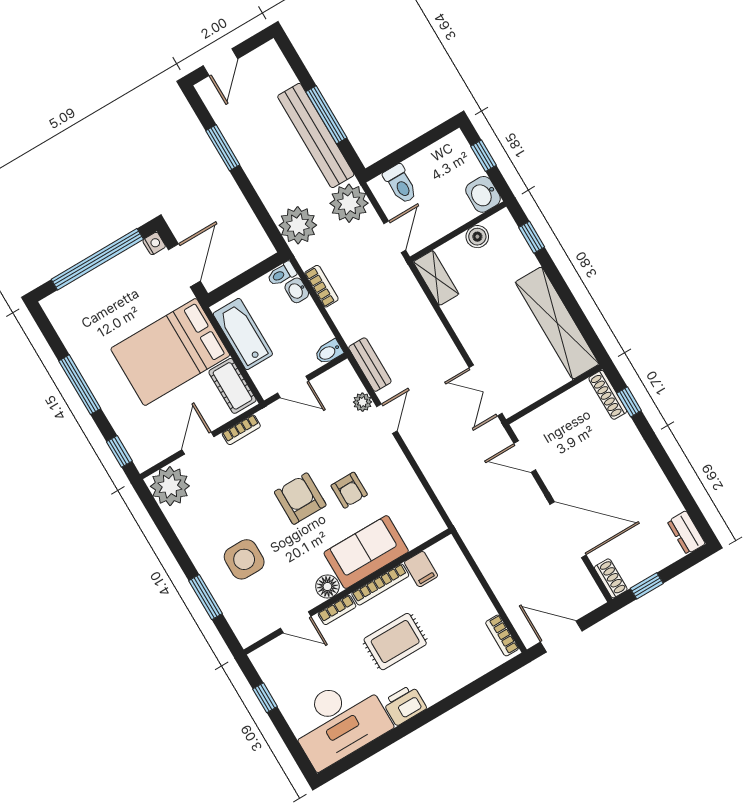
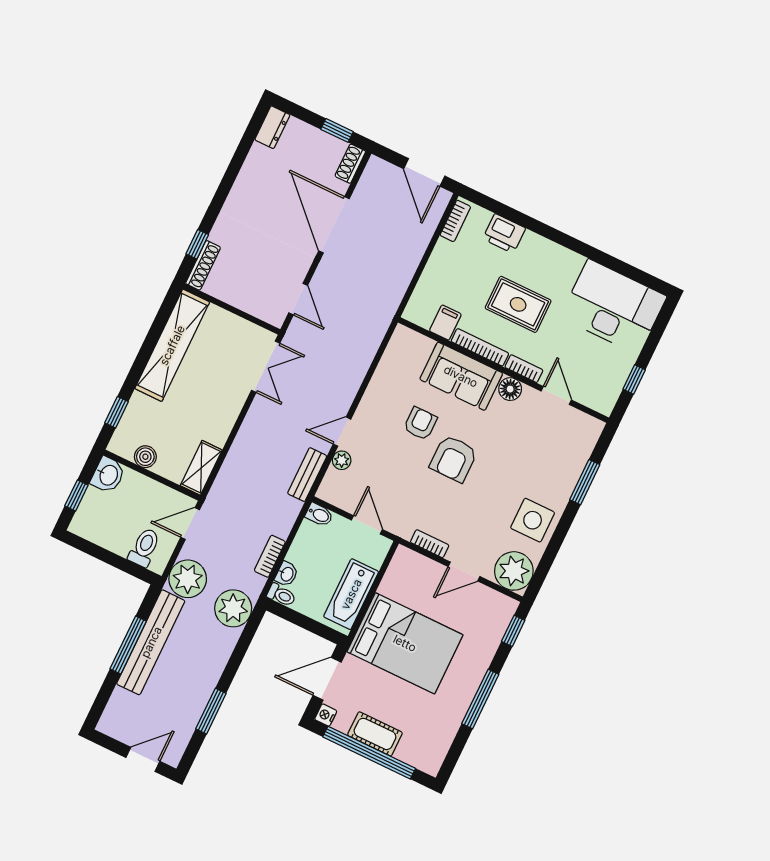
cot: (233, 386) -> (375, 734), moved, turned 90
side table: (244, 559) -> (533, 520), moved
printer: (405, 705) -> (504, 234), moved

